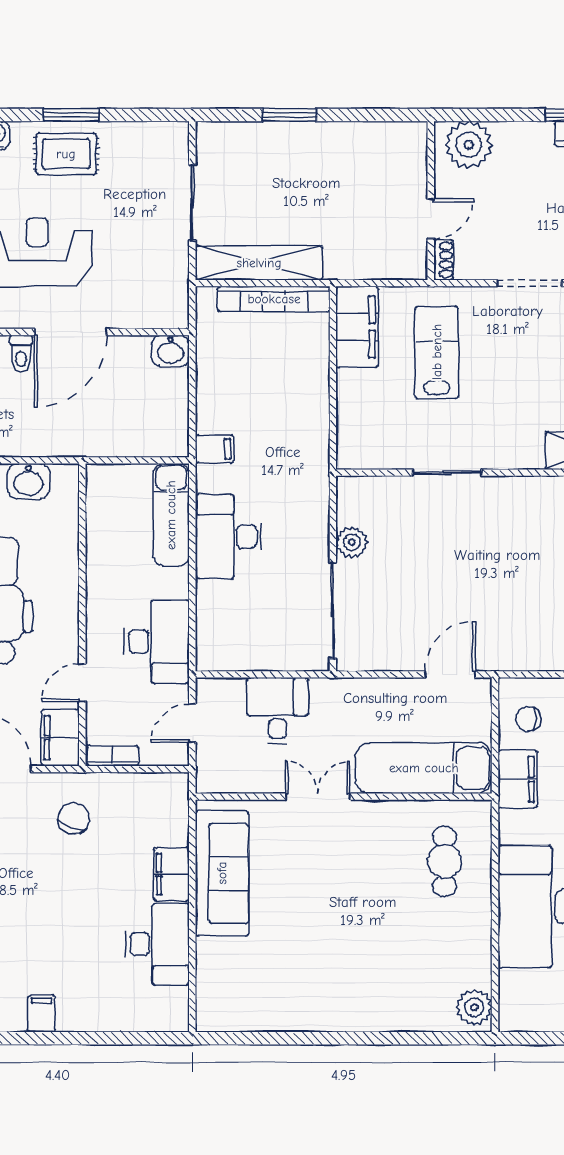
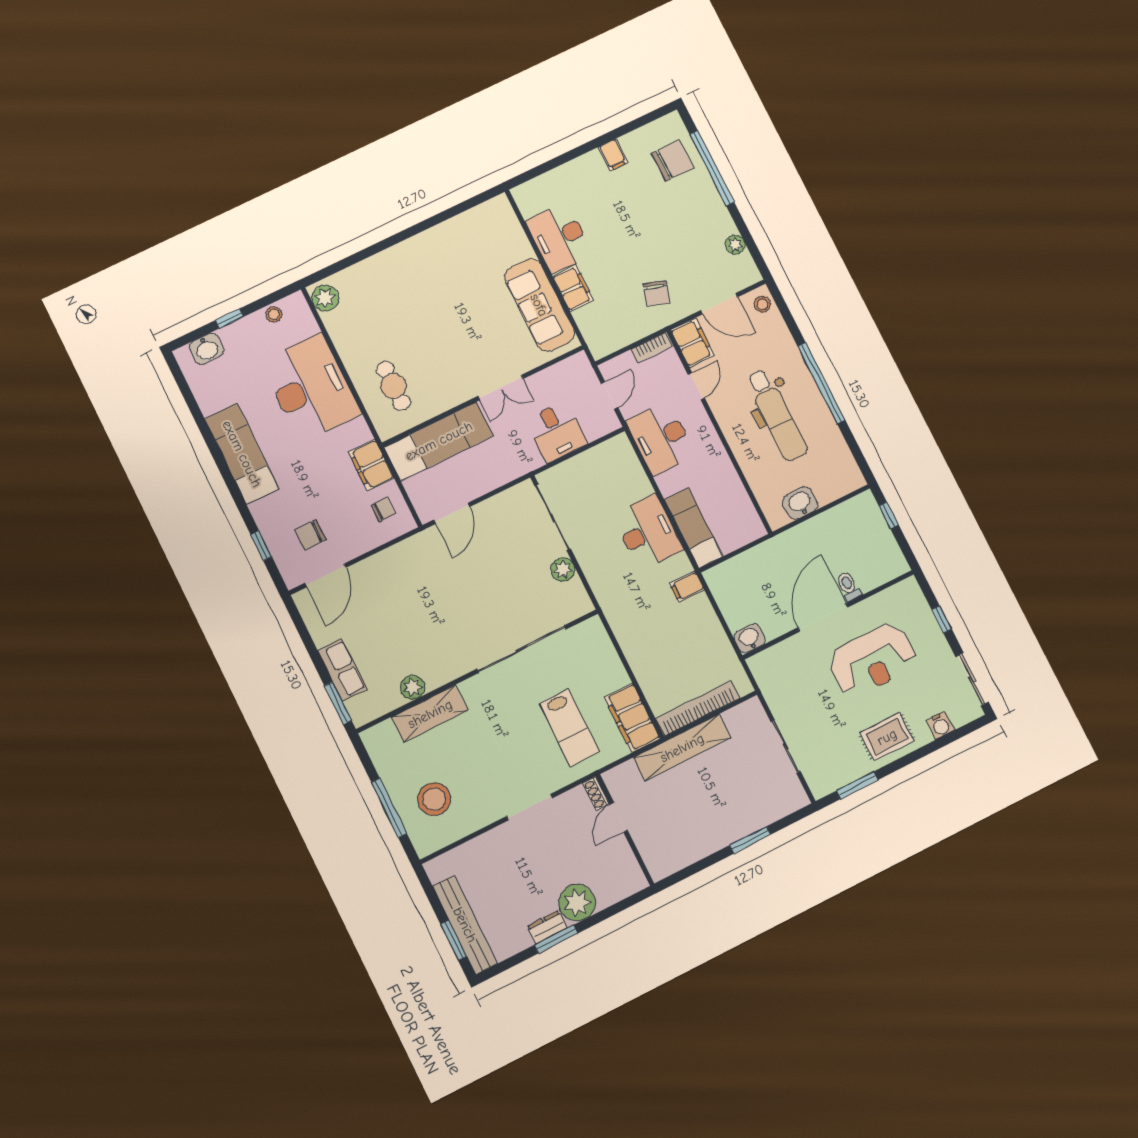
window: (71, 115) -> (857, 785), moved
plant: (469, 145) -> (577, 903), moved
shelving: (259, 263) -> (682, 748), moved
sliding door: (447, 473) -> (522, 649), width x1.86
stool: (545, 1017) -> (274, 314), added

